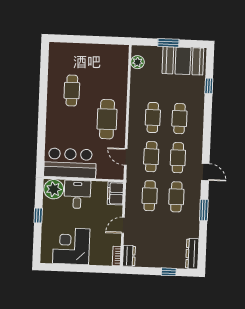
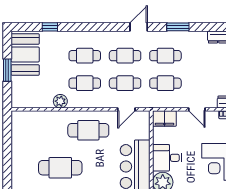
plant: (137, 62) -> (60, 101), moved
cafe table: (72, 90) -> (60, 168), width x1.37, depth x1.35

